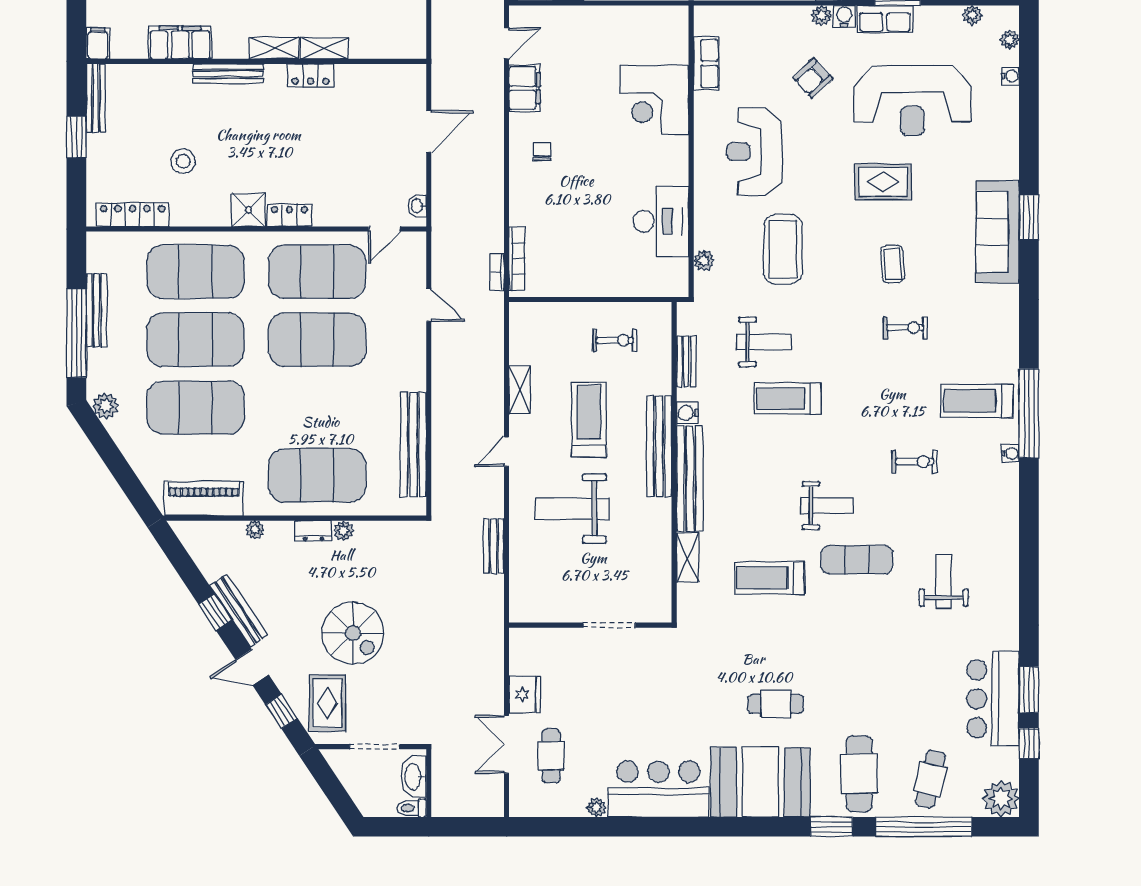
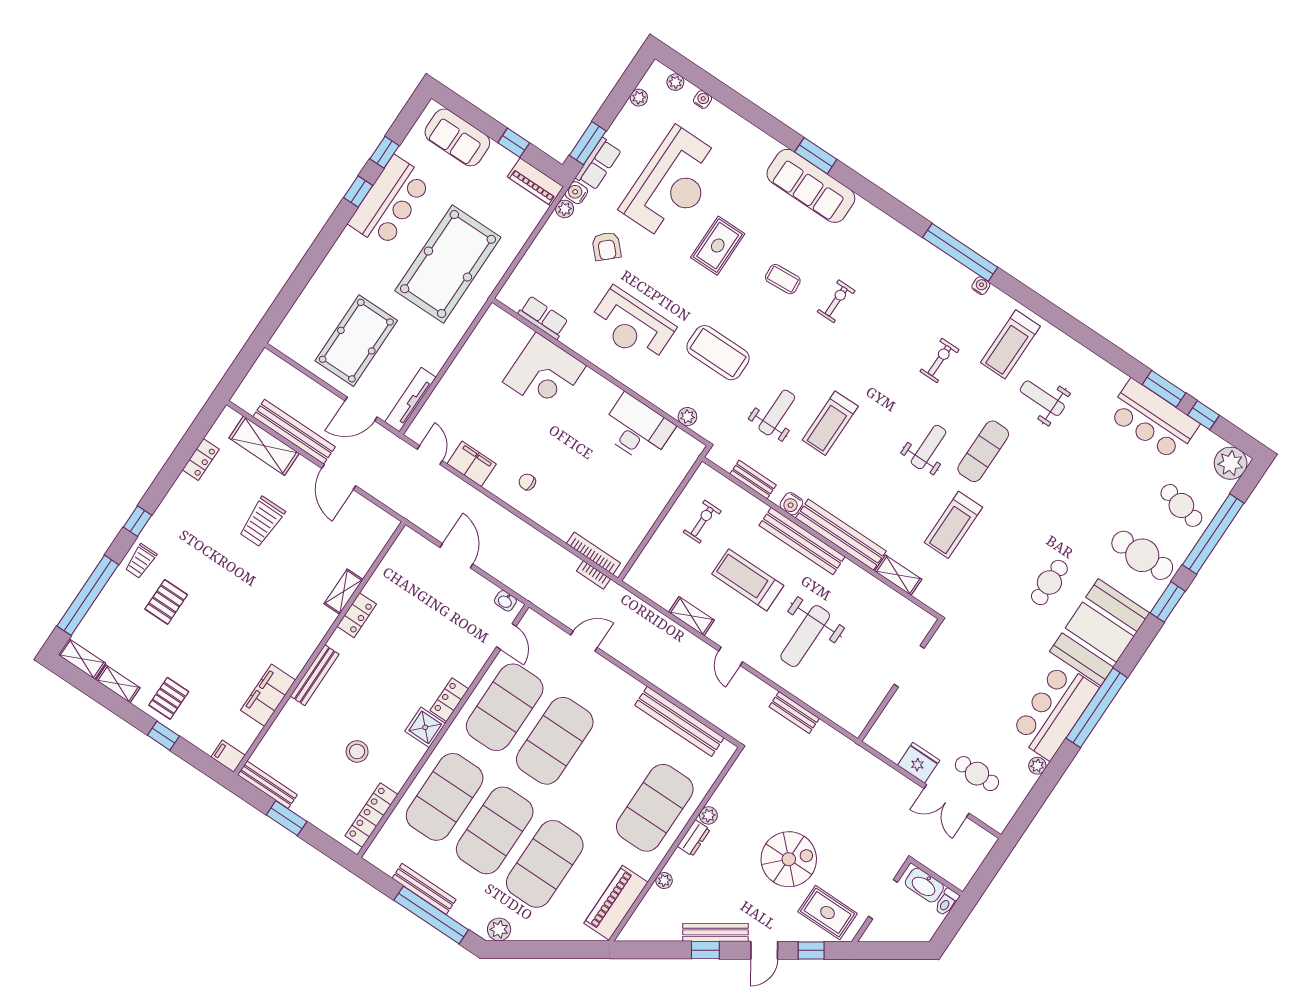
shelving: (274, 48) -> (318, 629), removed
treadmill: (977, 401) -> (1010, 344), moved
window: (688, 827) -> (1097, 708), added

